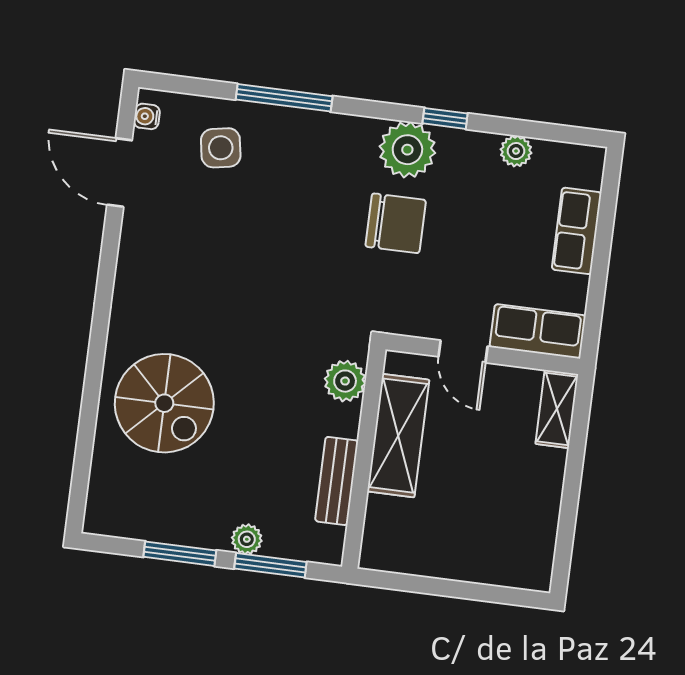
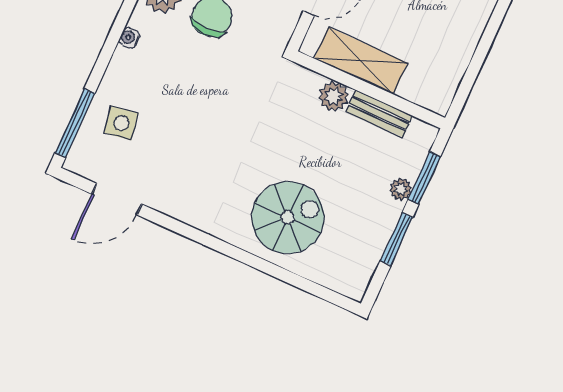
window: (284, 98) -> (75, 123), moved
water cooler: (147, 116) -> (130, 38), moved, turned 90
plant: (345, 381) -> (334, 96), moved

